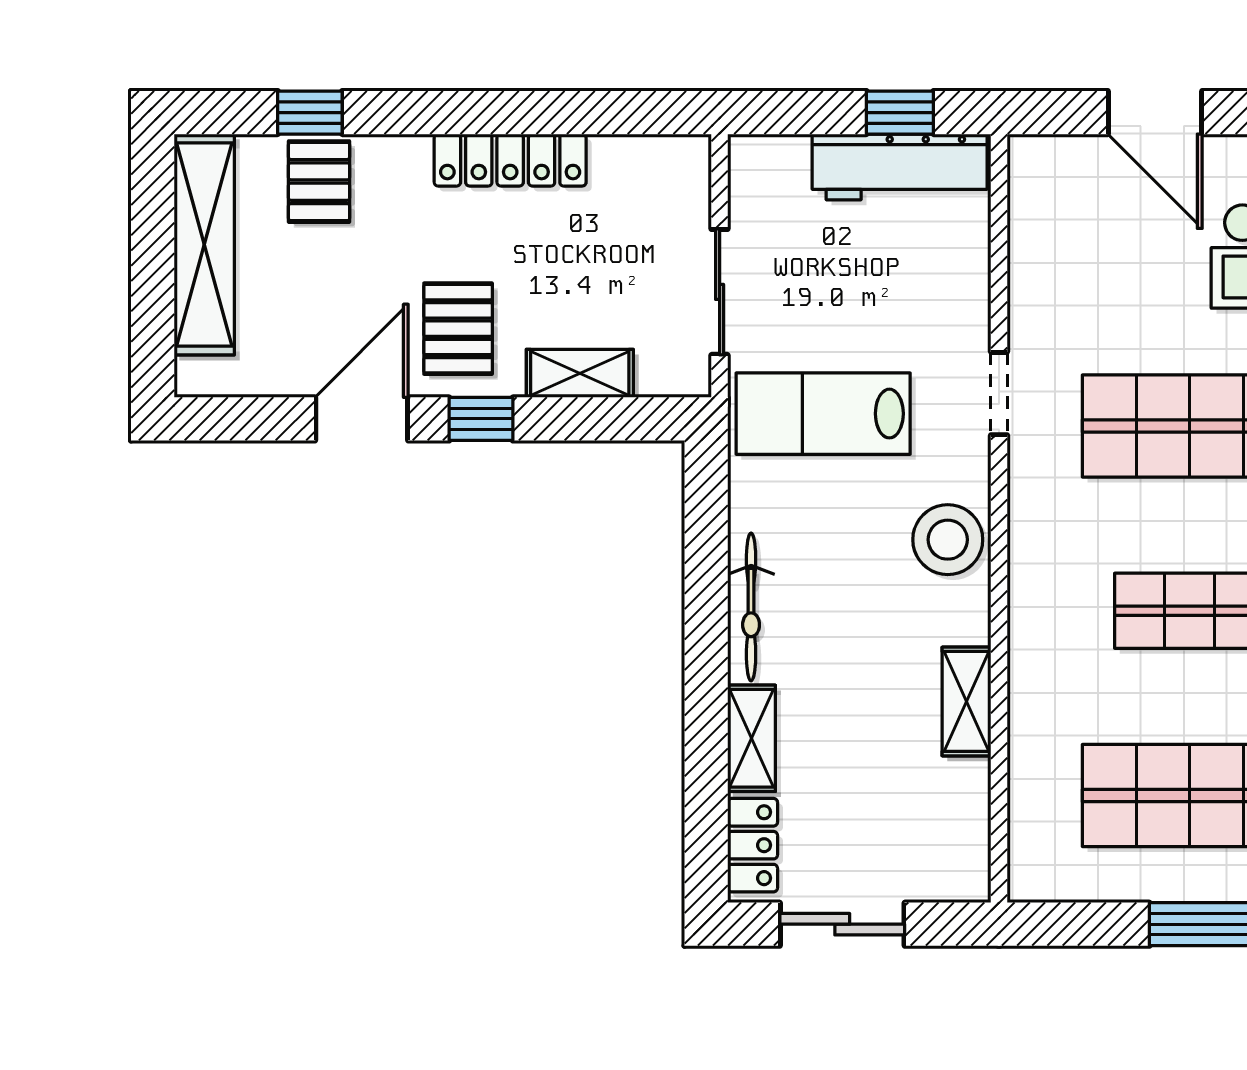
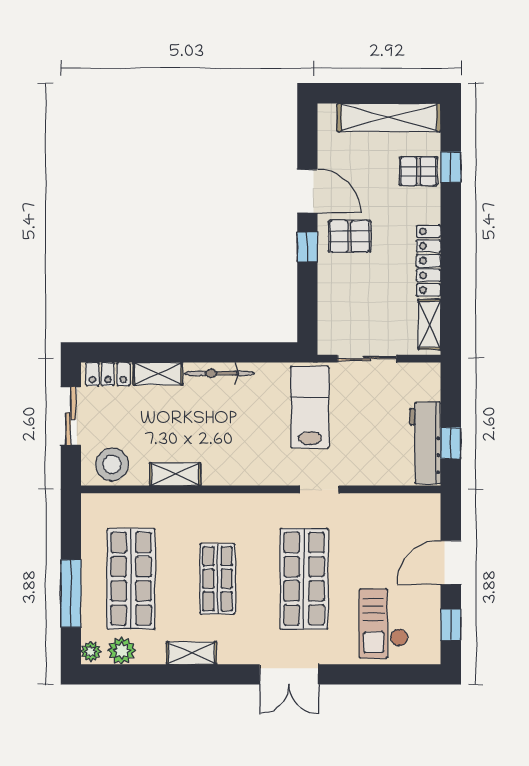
shelving: (580, 373) -> (429, 324), moved
stool: (948, 540) -> (112, 464), moved

